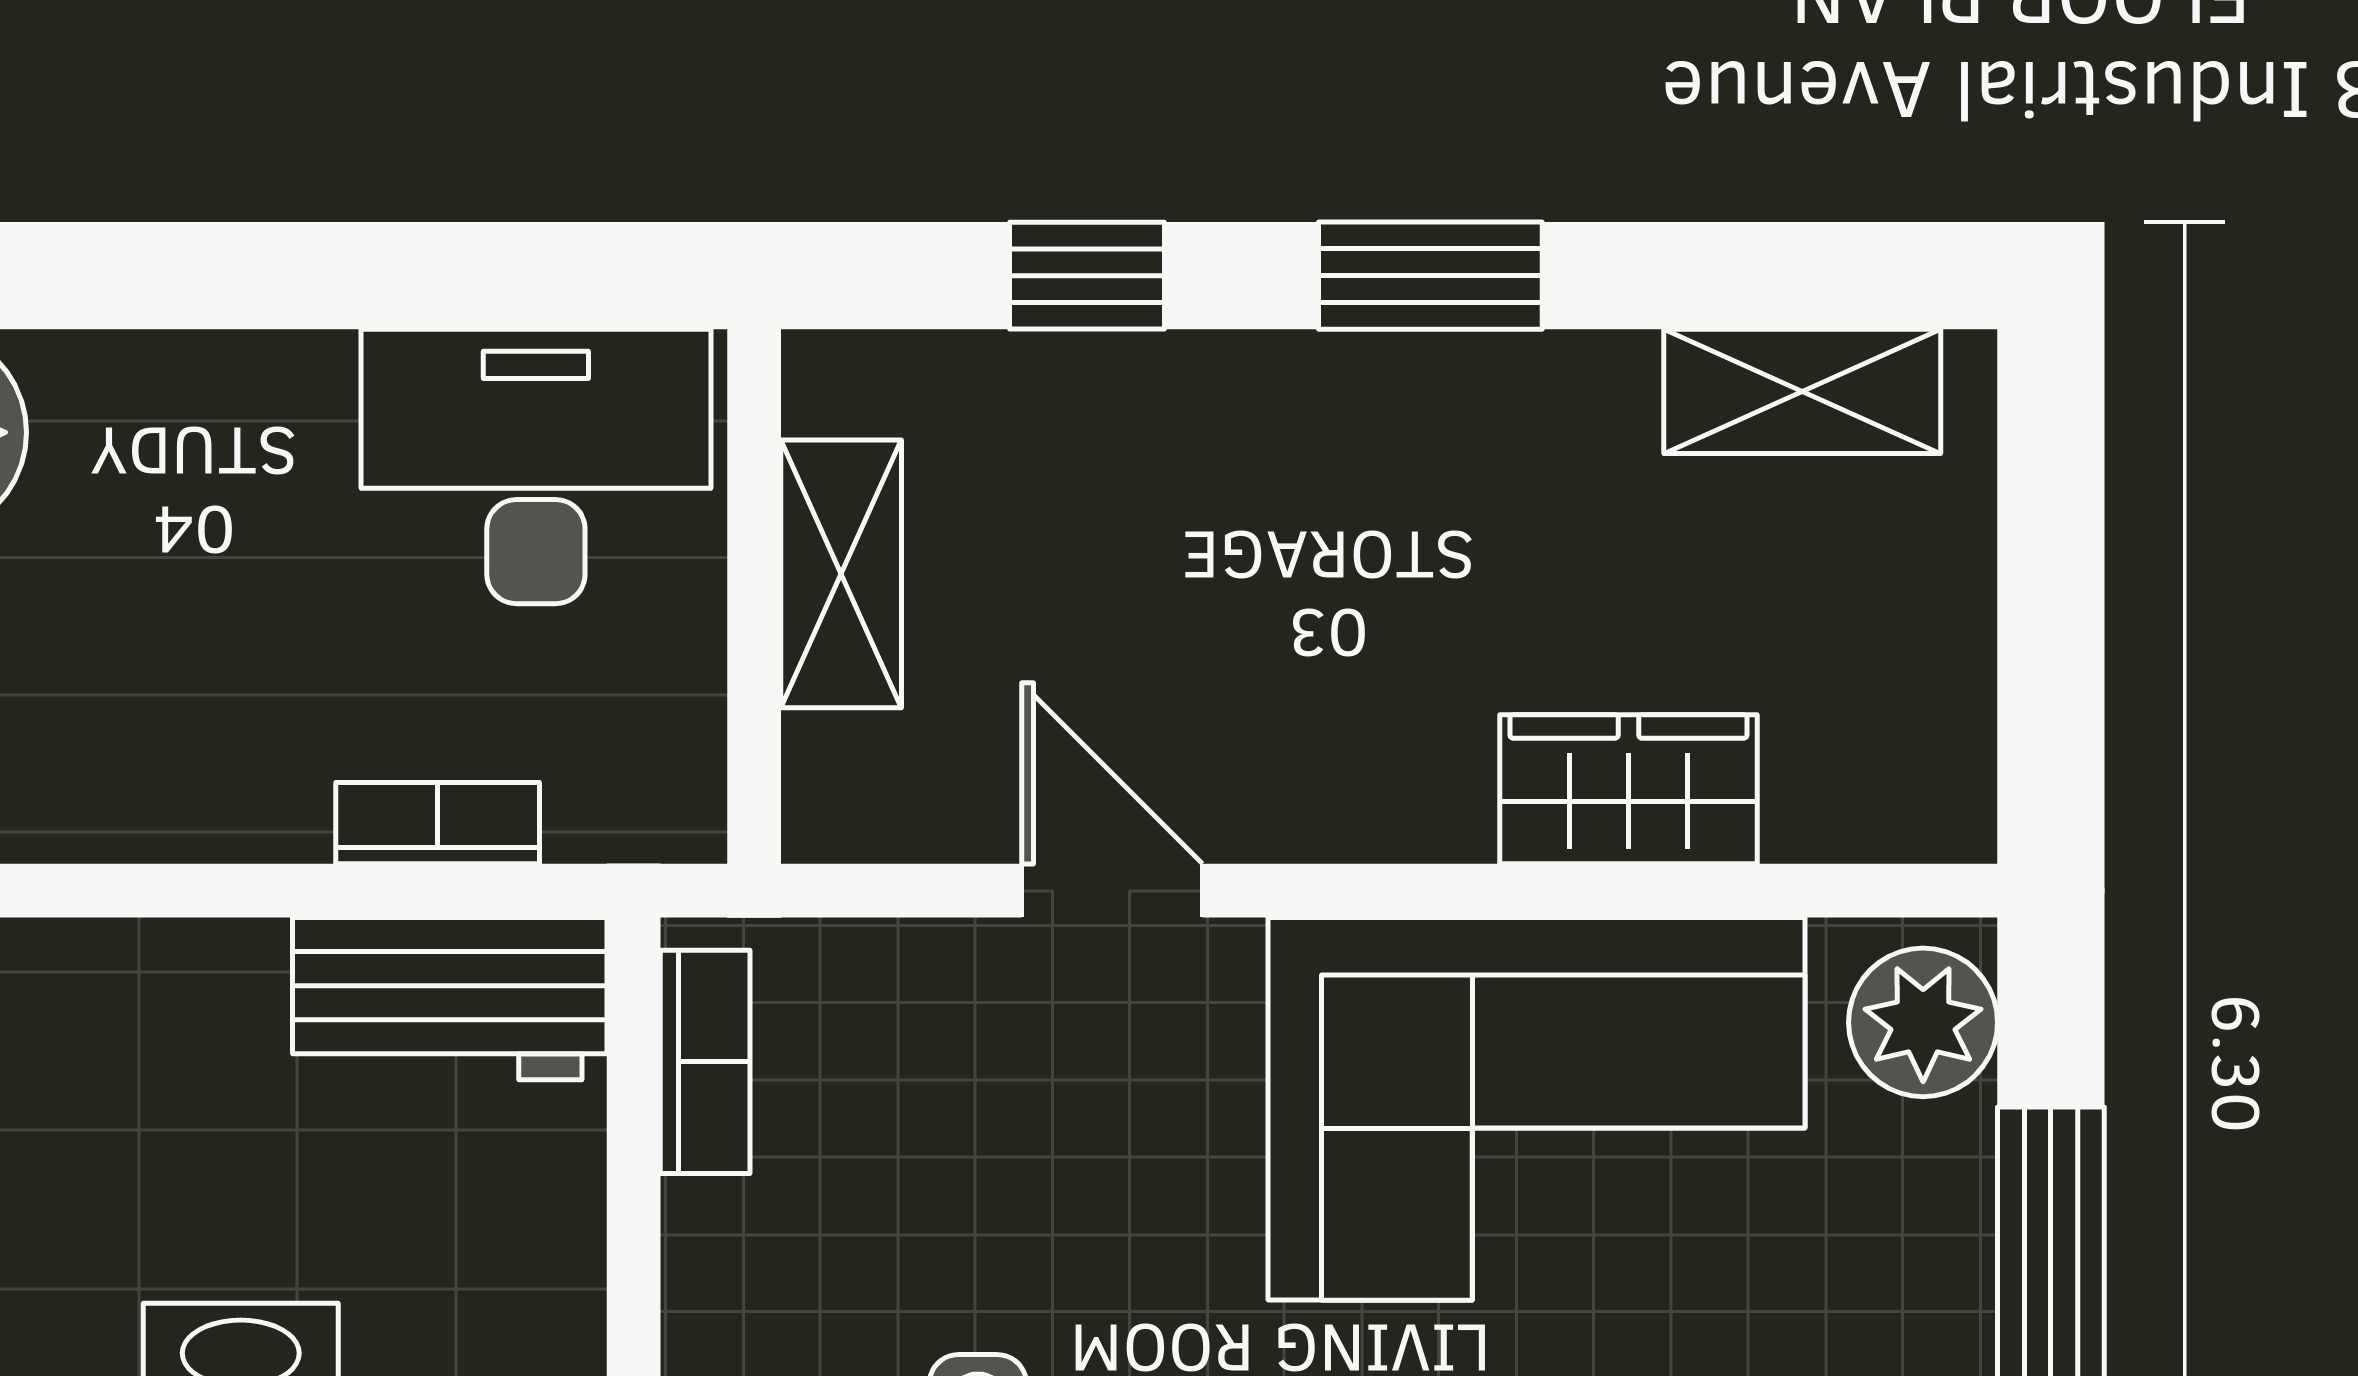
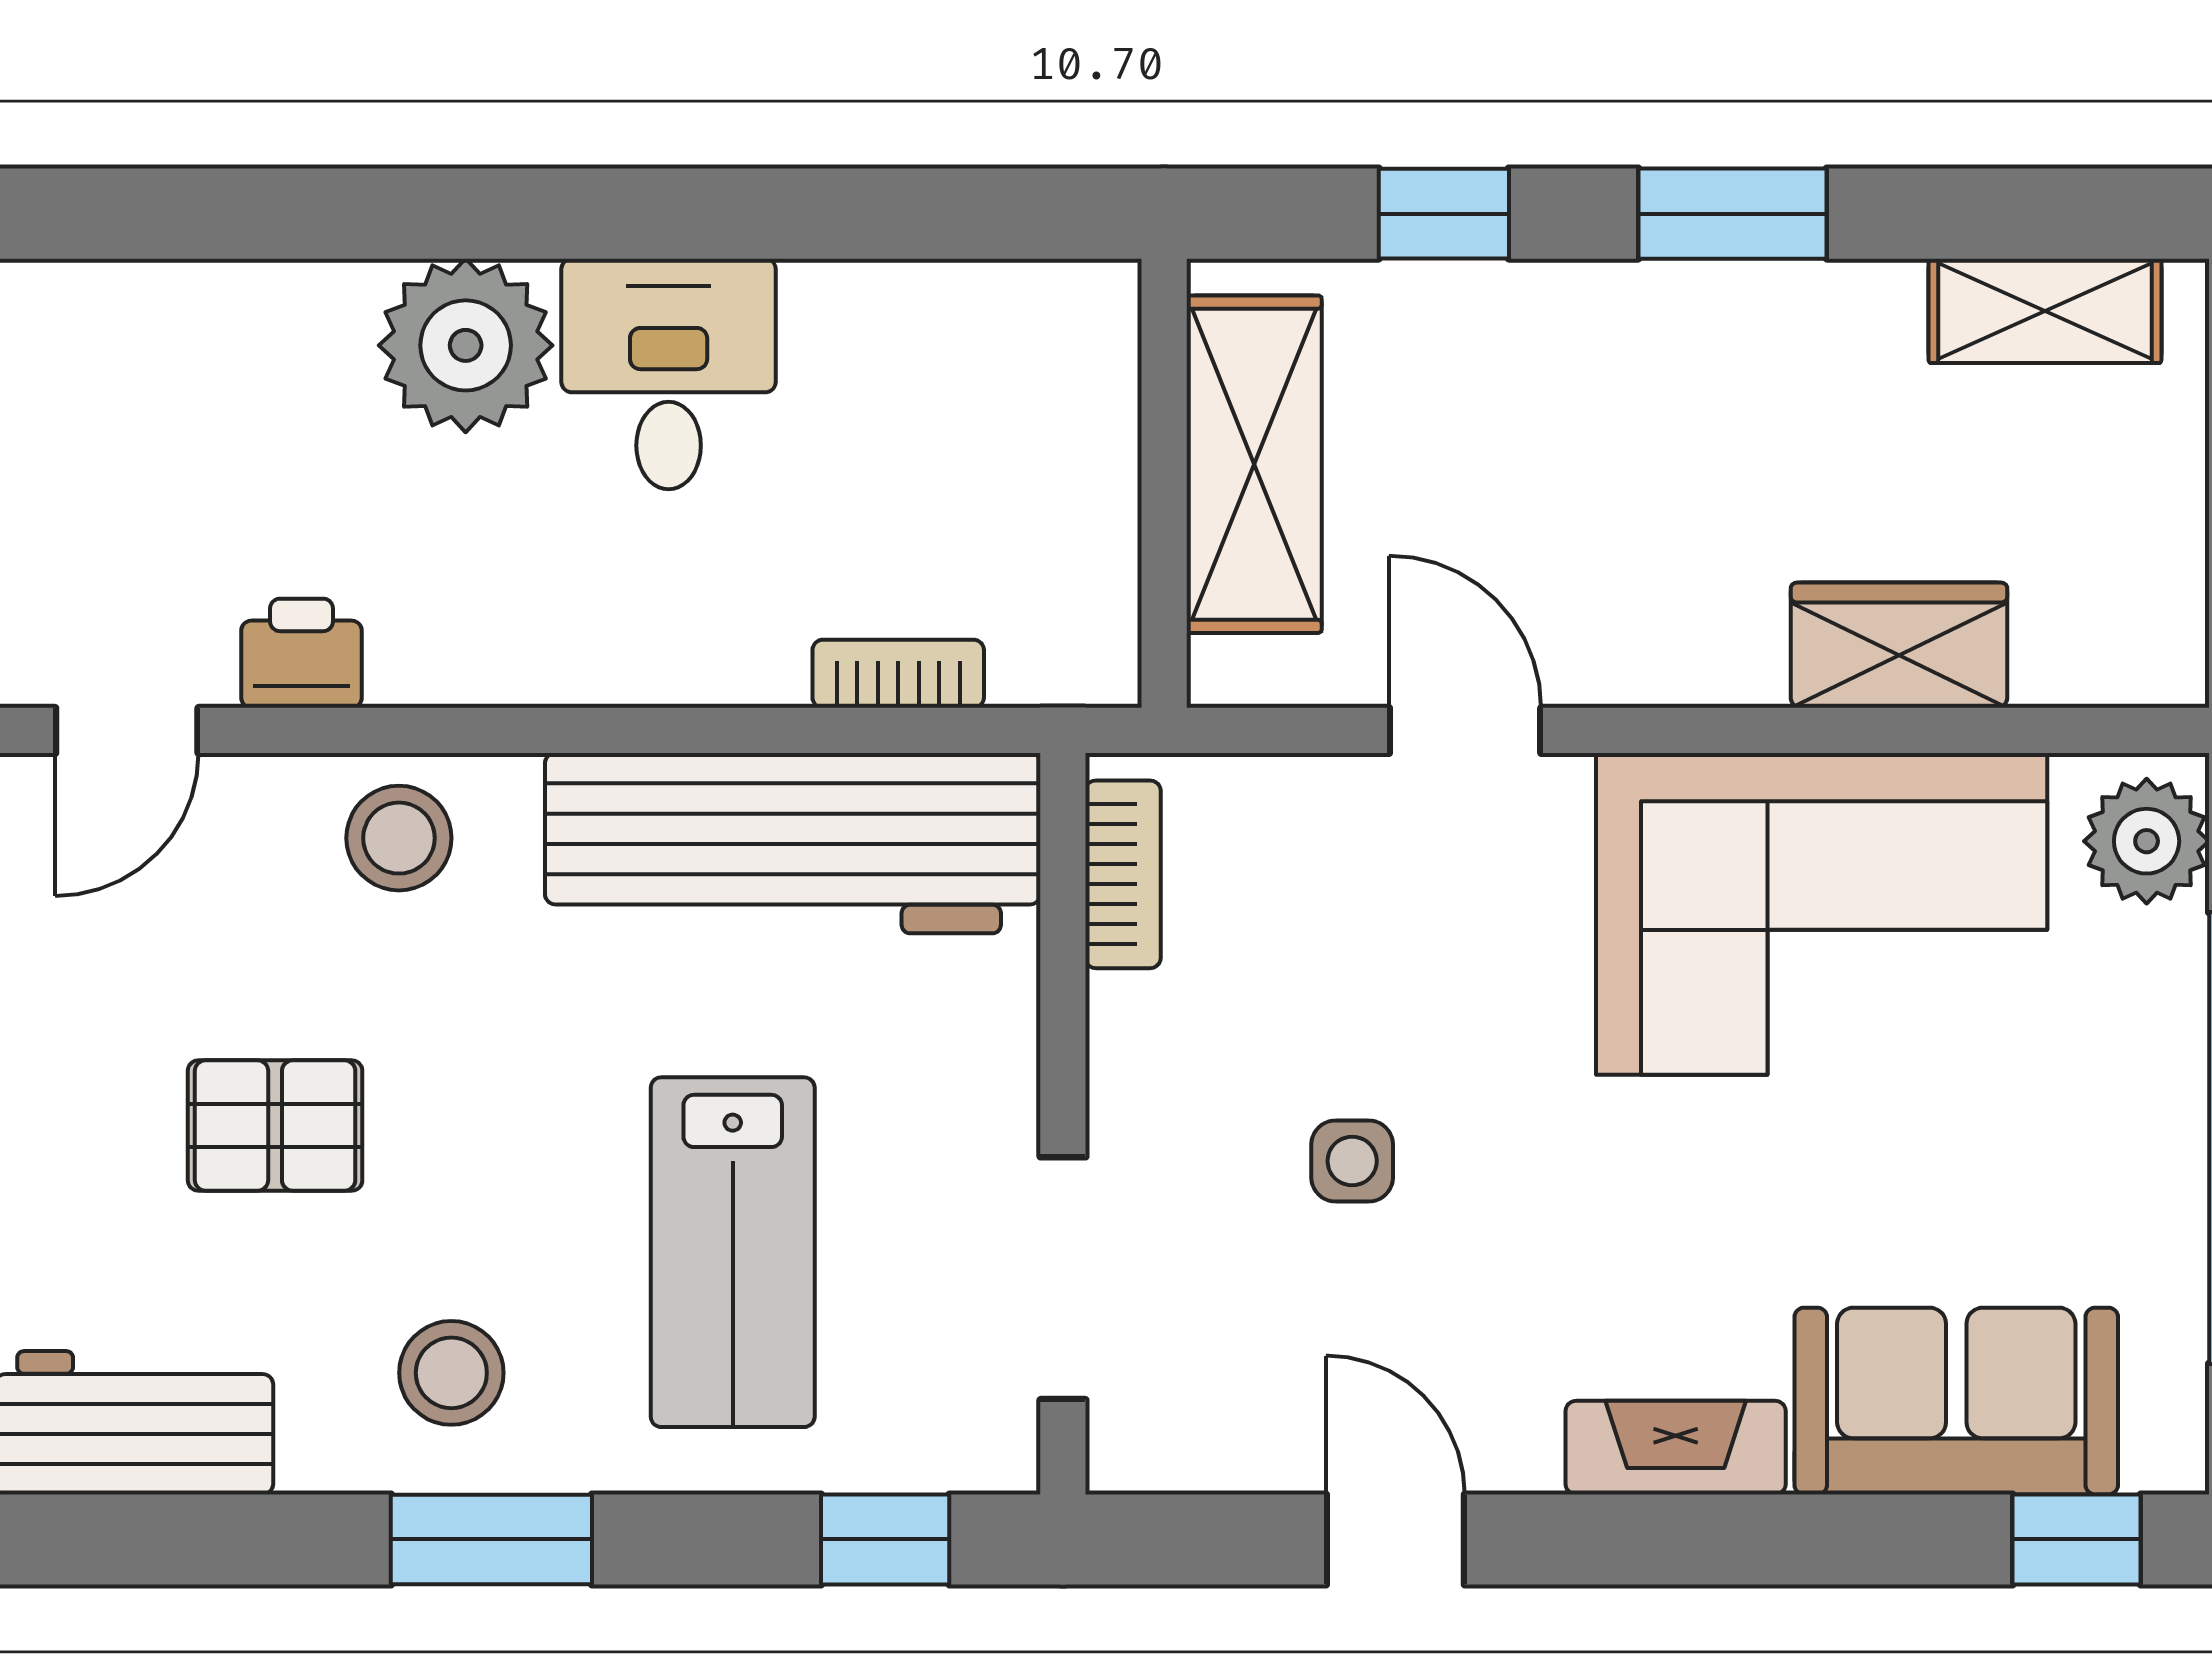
desk: (536, 466) -> (669, 374), moved, width x0.73
shelving: (841, 574) -> (1254, 464), width x1.50, depth x1.33
workbench: (450, 999) -> (793, 843), width x1.88, depth x1.32

